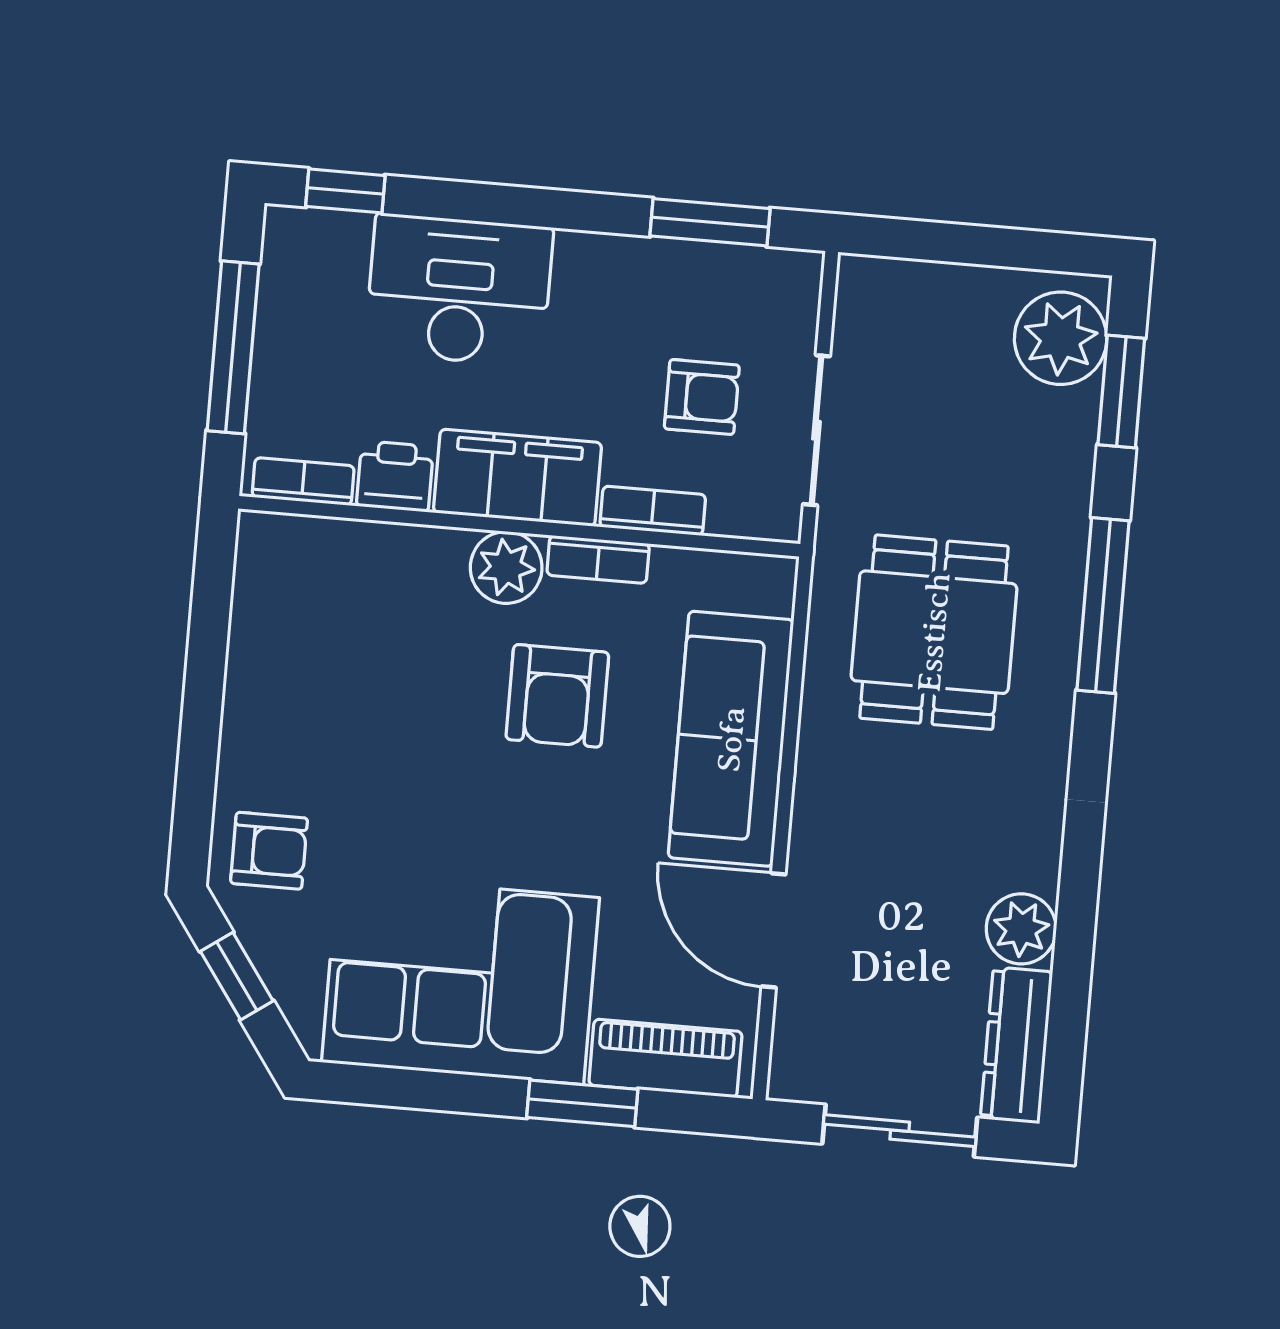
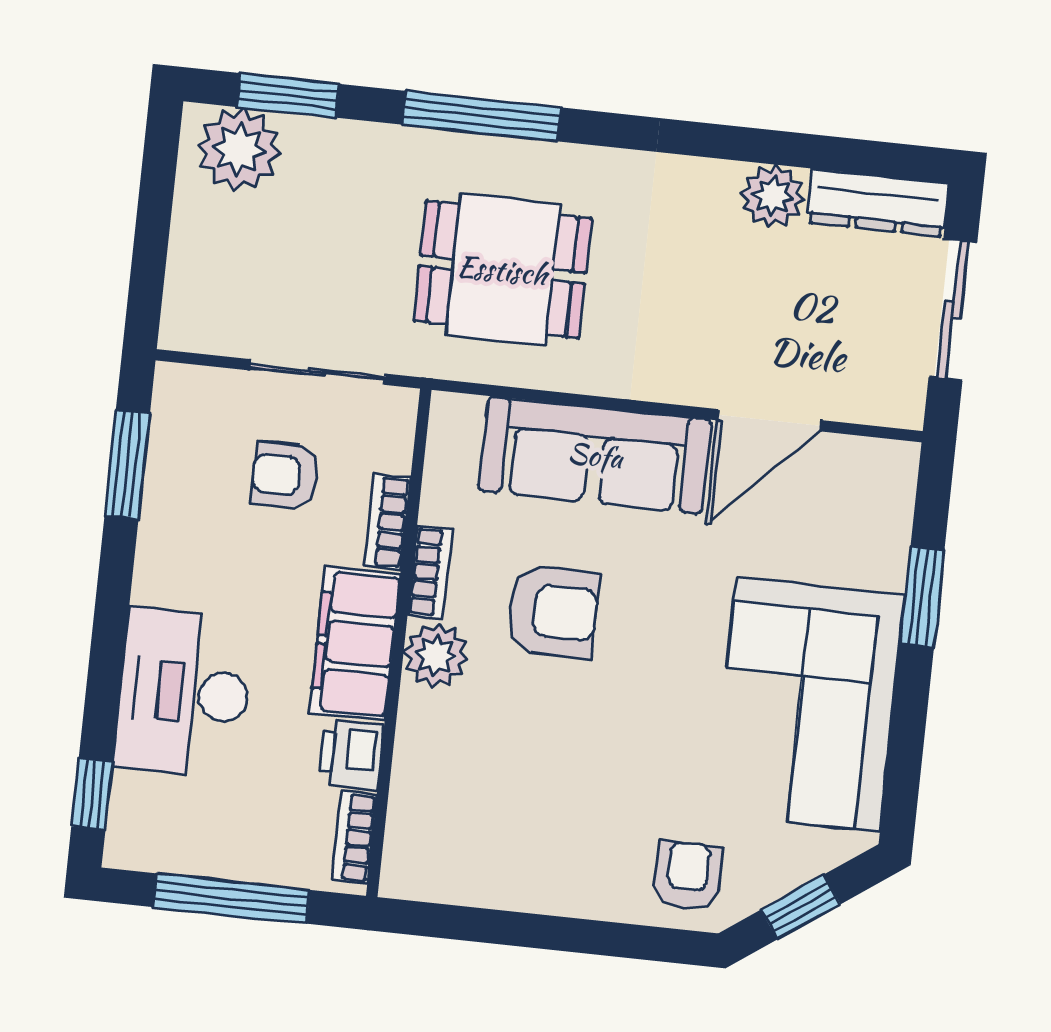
armchair: (702, 397) -> (285, 475), turned -90
piano: (665, 1058) -> (883, 521), removed

